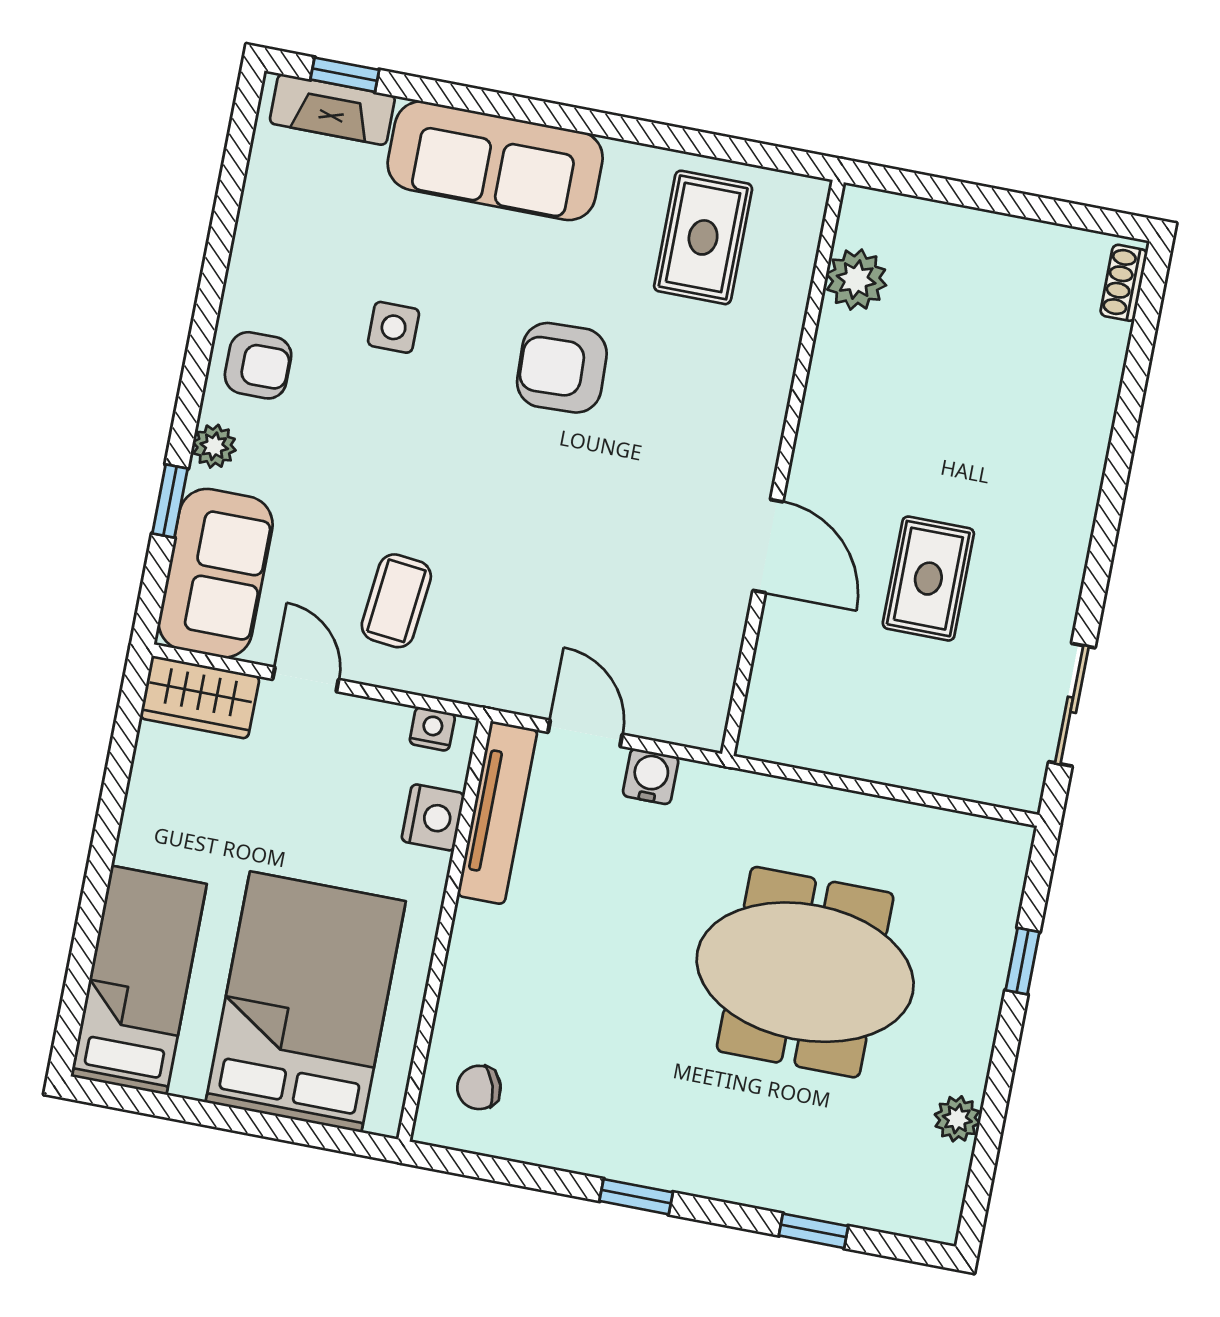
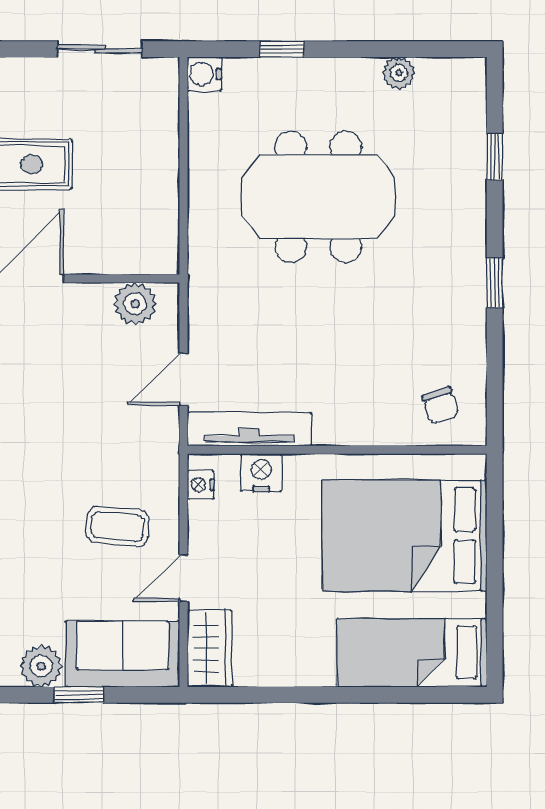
plant: (214, 446) -> (41, 666), width x1.38, depth x1.38
plant: (704, 686) -> (135, 304), added
water cooler: (651, 776) -> (204, 74), moved
meeting table: (805, 972) -> (318, 197), turned 90

